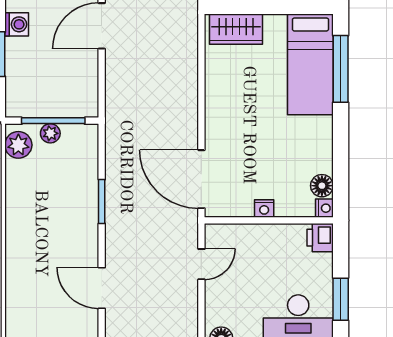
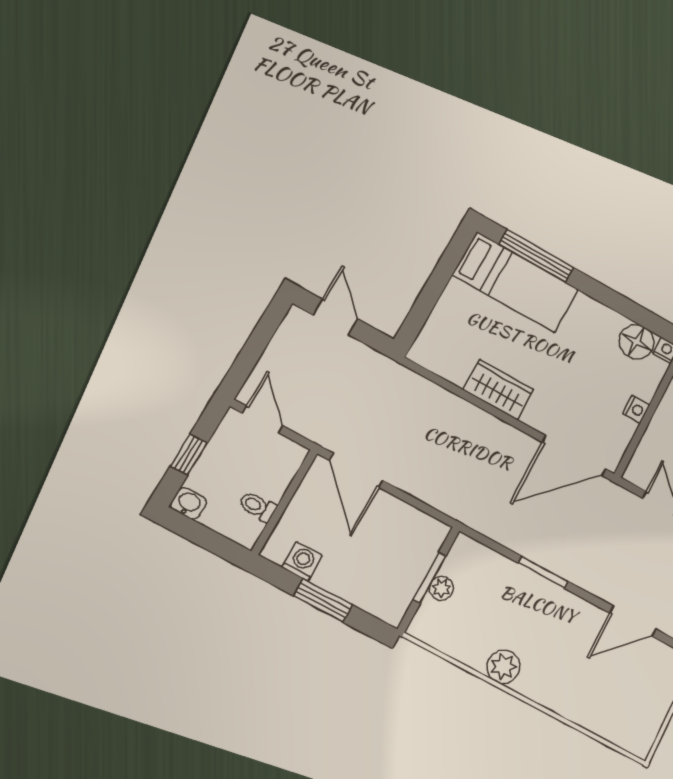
wardrobe: (236, 29) -> (498, 390), moved, turned -90
window: (53, 121) -> (429, 578), width x0.69
plant: (18, 145) -> (503, 667), moved
floor lamp: (322, 186) -> (636, 342), width x1.38, depth x1.38

